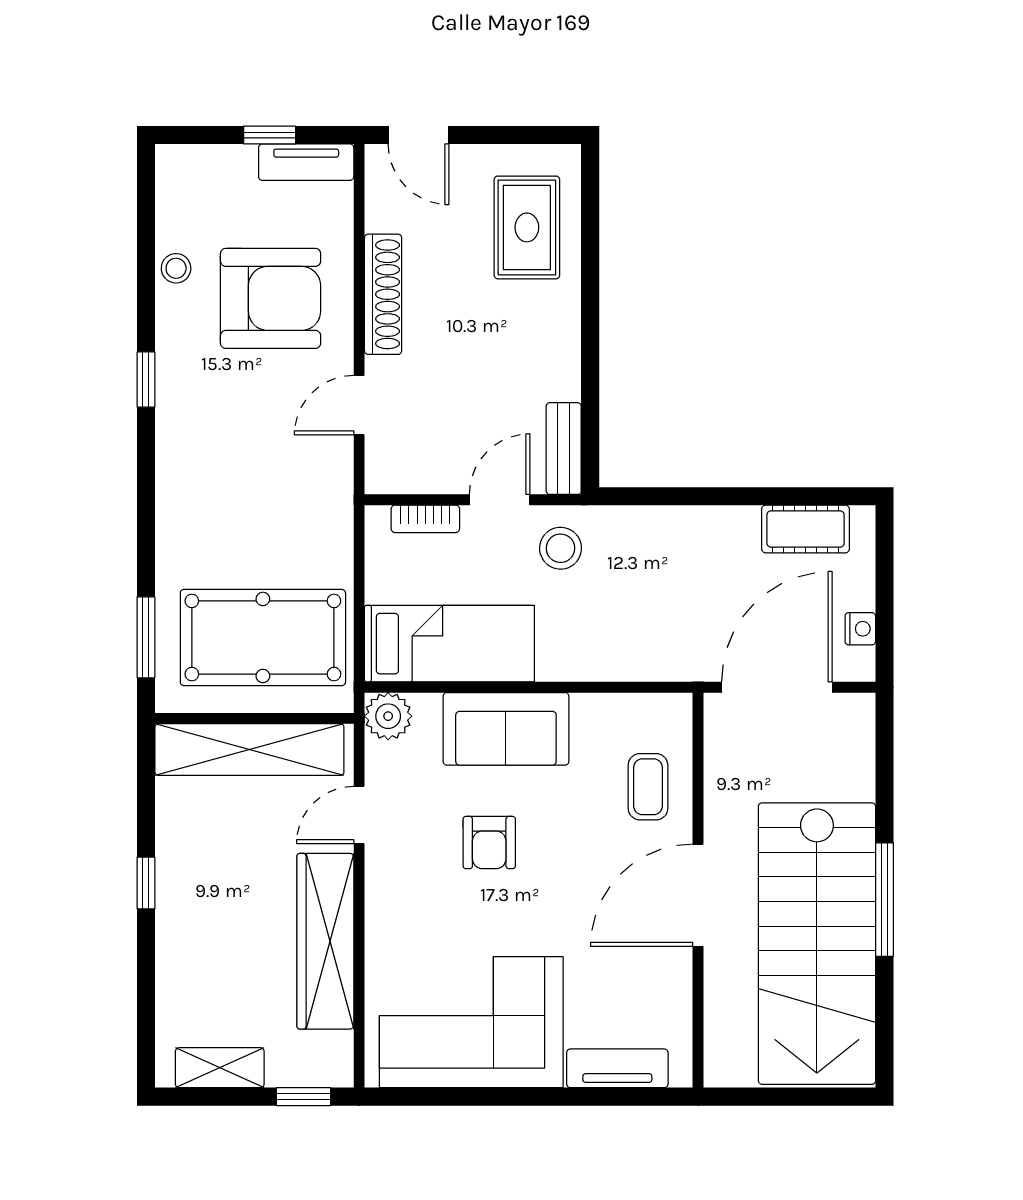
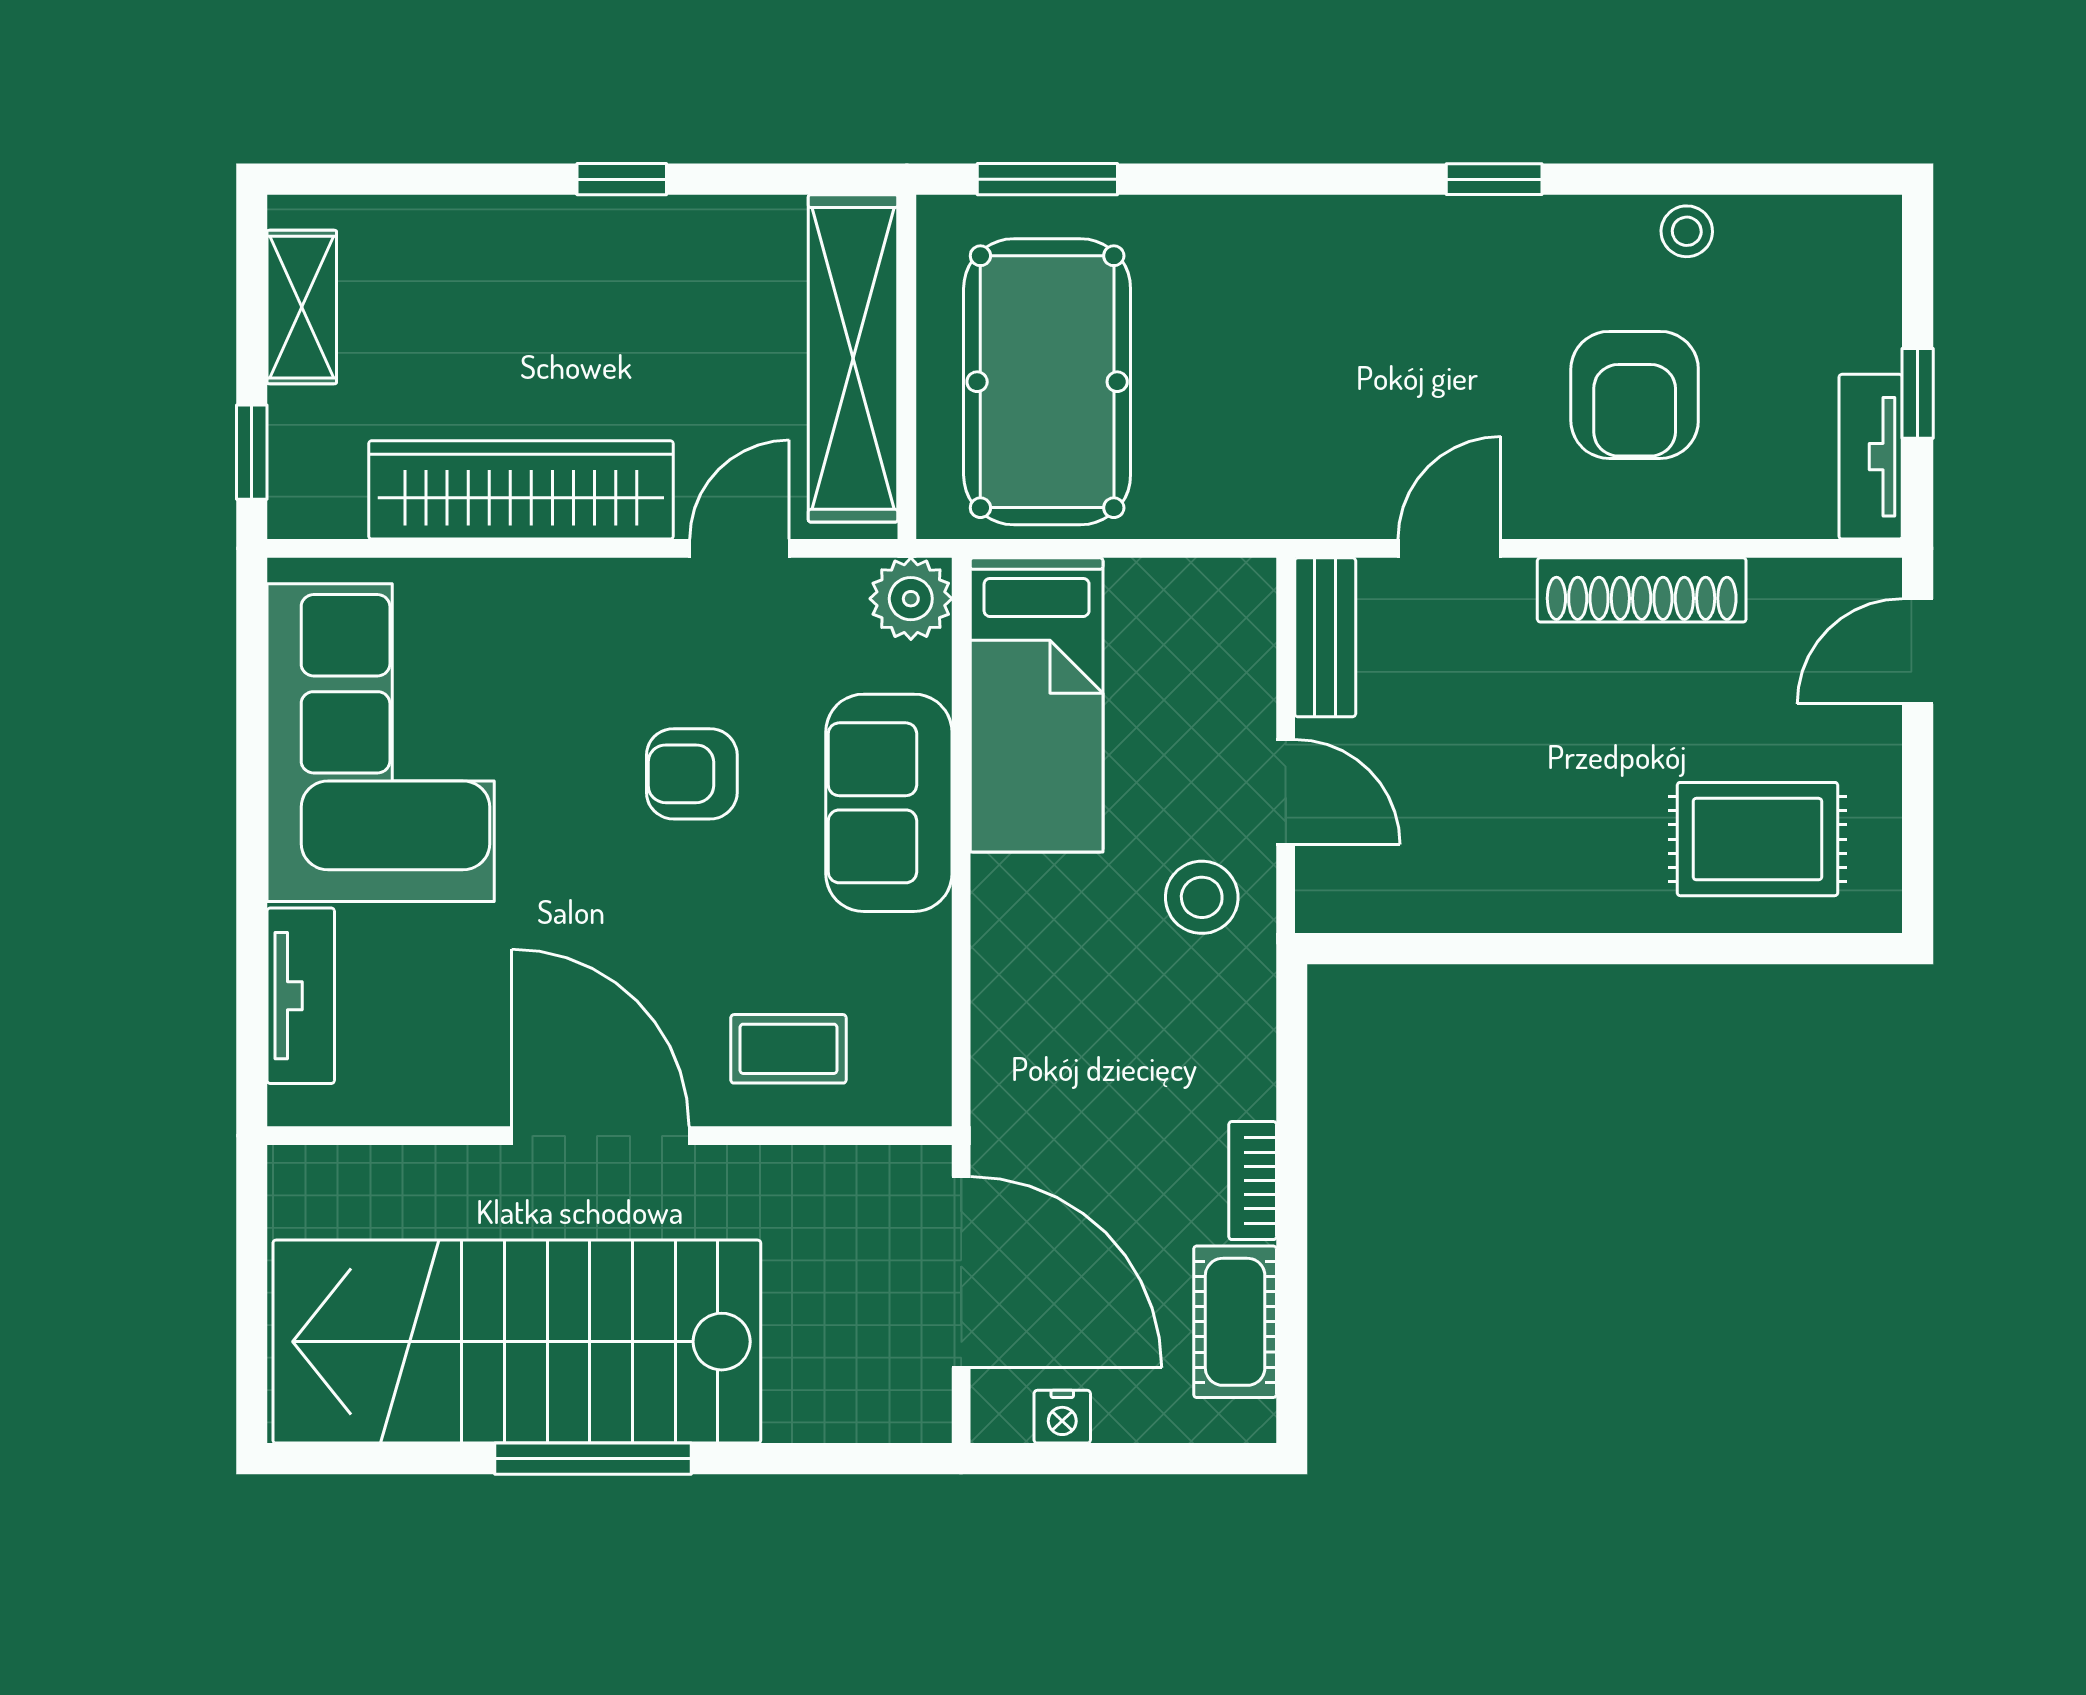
armchair: (271, 298) -> (1635, 395), width x0.73, depth x0.73
door: (359, 405) -> (1450, 548), hinge flipped
bench: (564, 449) -> (1325, 637), moved, turned 90
bookcase: (425, 519) -> (1253, 1181), moved
door: (359, 815) -> (740, 548), hinge flipped

